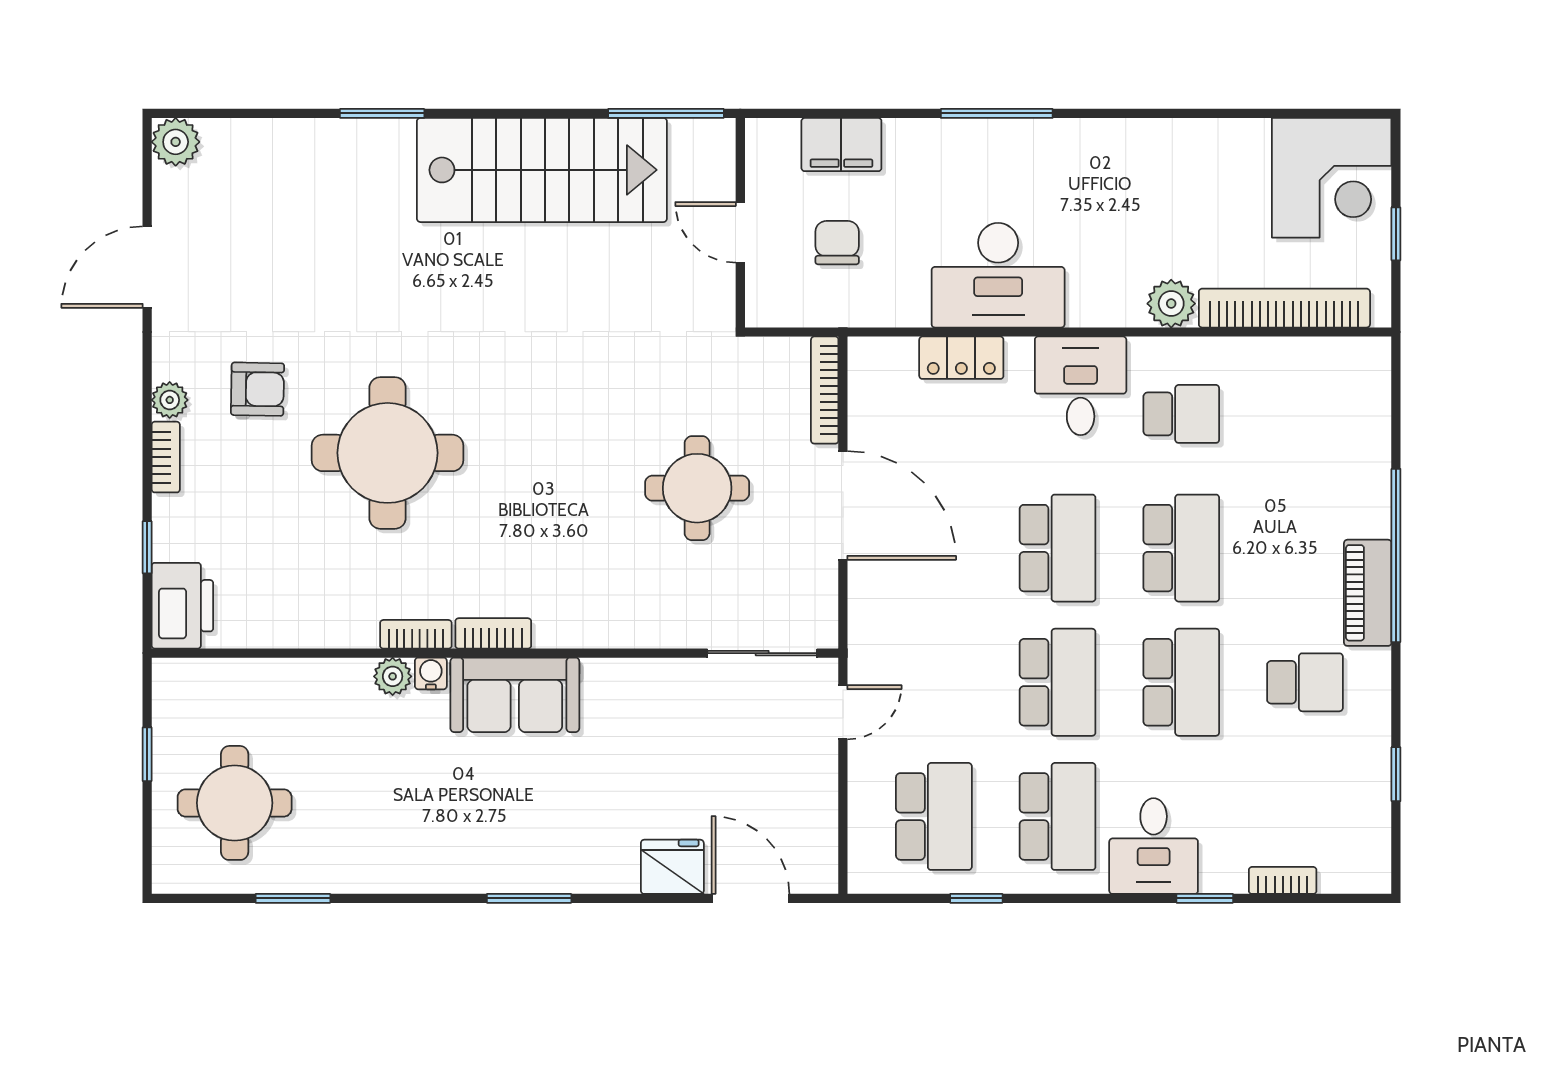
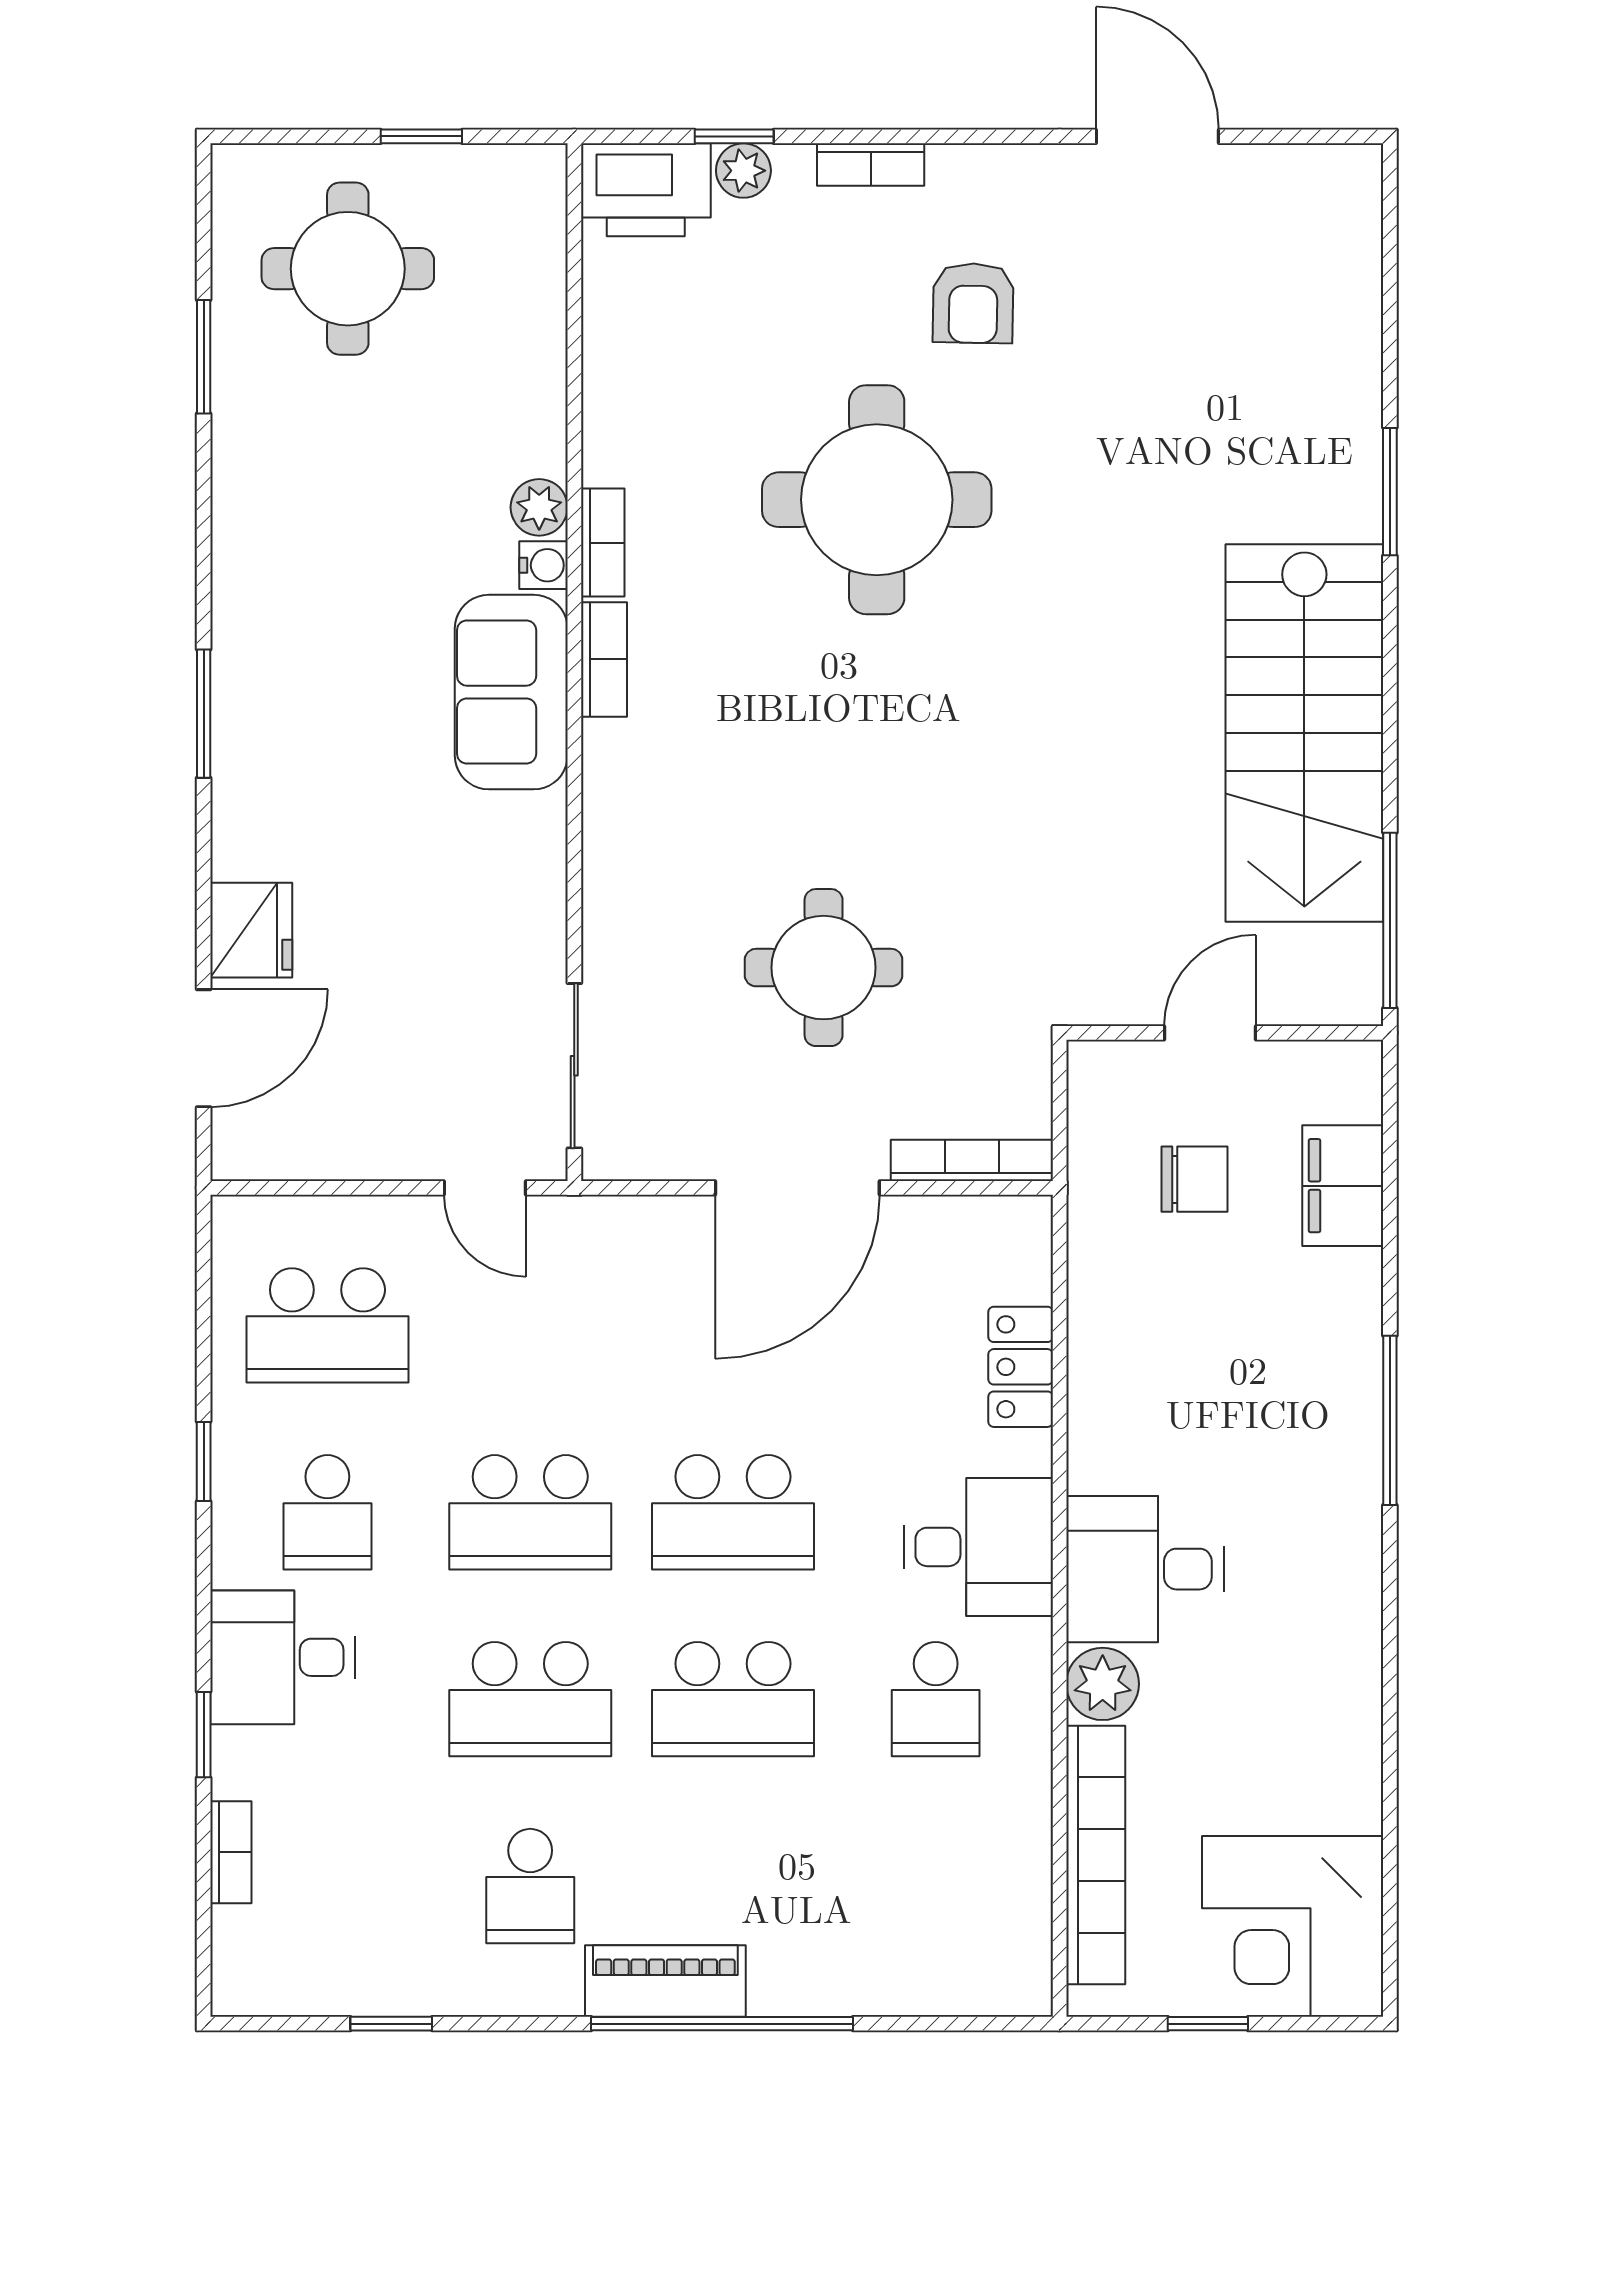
plant: (176, 142) -> (1347, 179), removed
desk: (998, 275) -> (1145, 1569), moved, width x0.73
plant: (170, 400) -> (743, 171), moved
school desk: (1058, 816) -> (327, 1512), width x0.54
window: (976, 898) -> (204, 1461), moved

